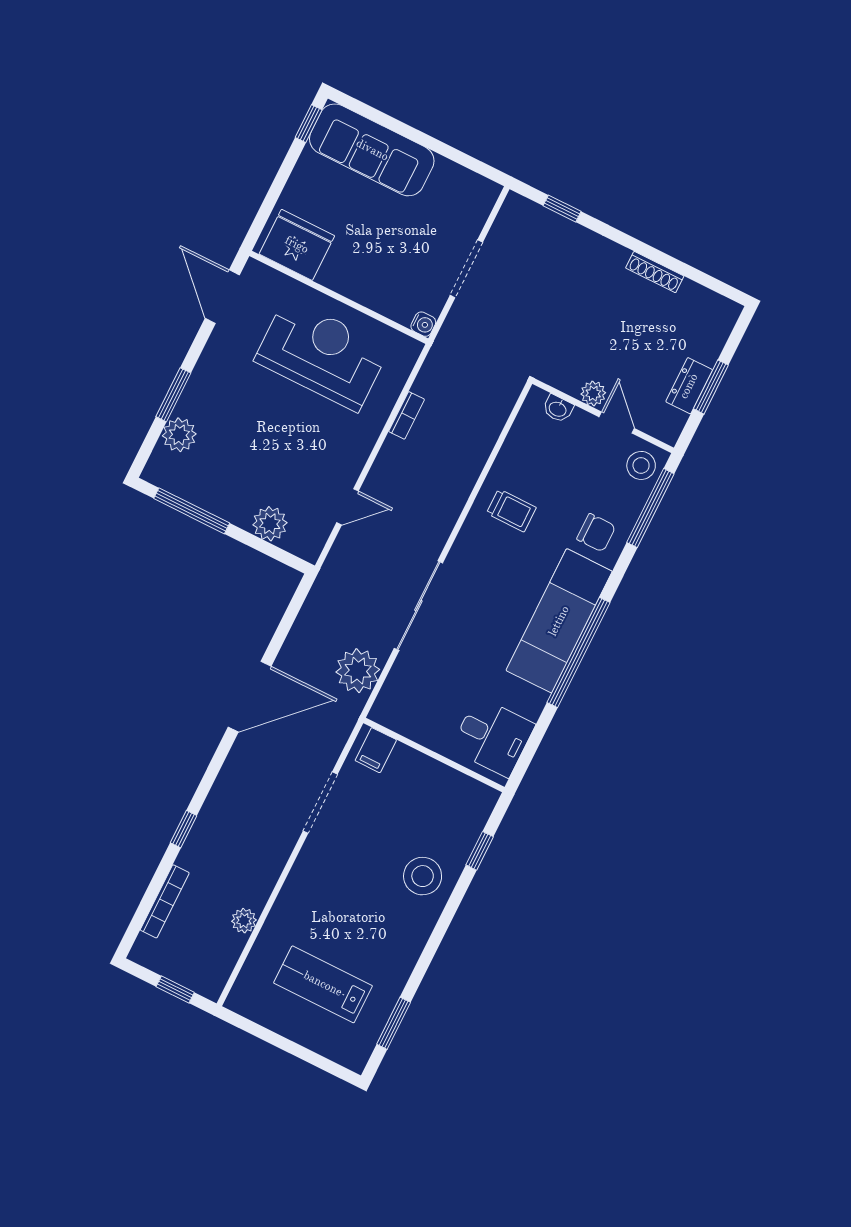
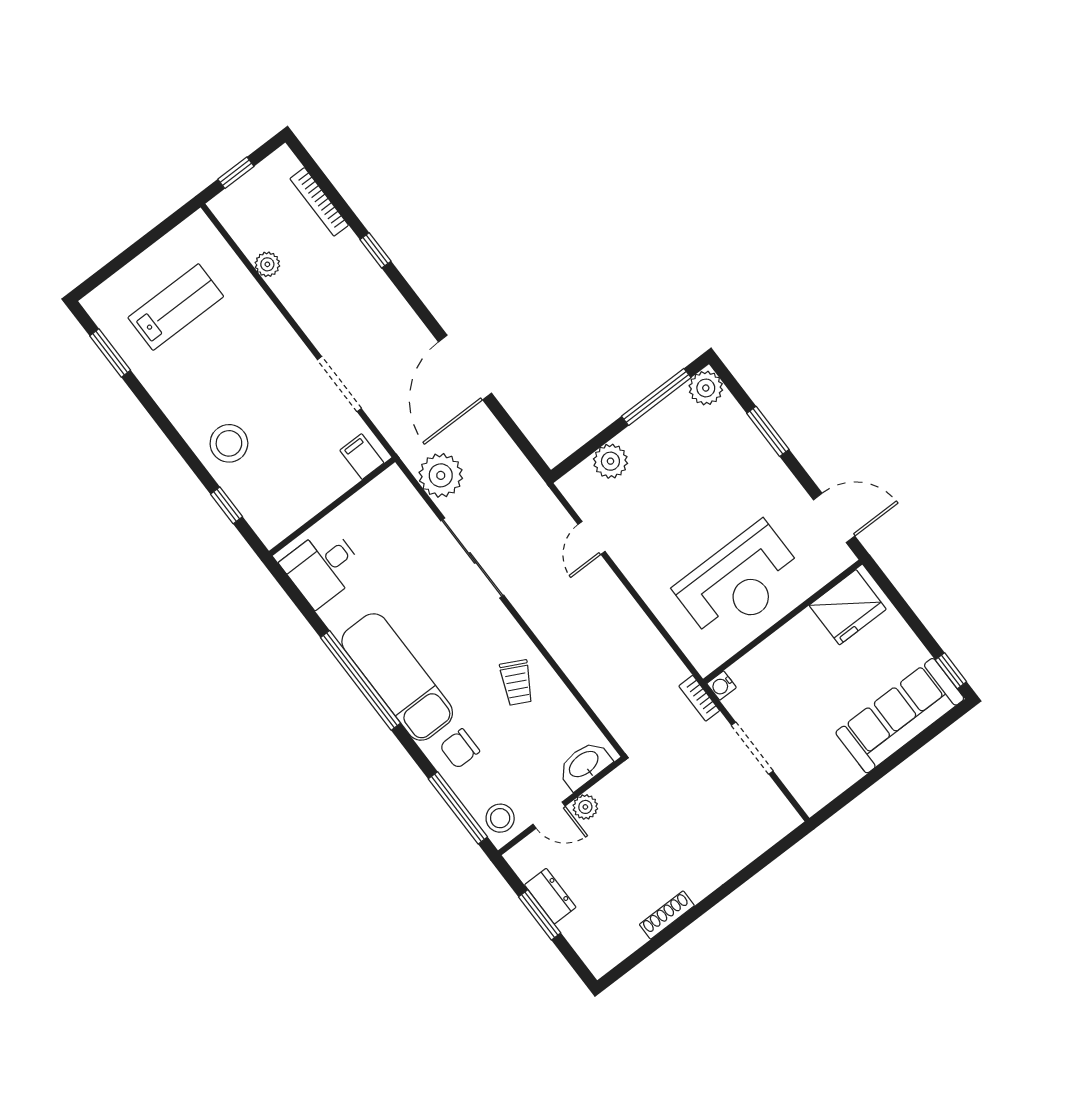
window: (562, 209) -> (764, 860), removed
washbasin: (558, 409) -> (584, 765), width x1.91, depth x1.45
bookcase: (407, 415) -> (699, 698), moved
plant: (179, 435) -> (706, 388), moved
trolley: (511, 510) -> (517, 683), turned -63

